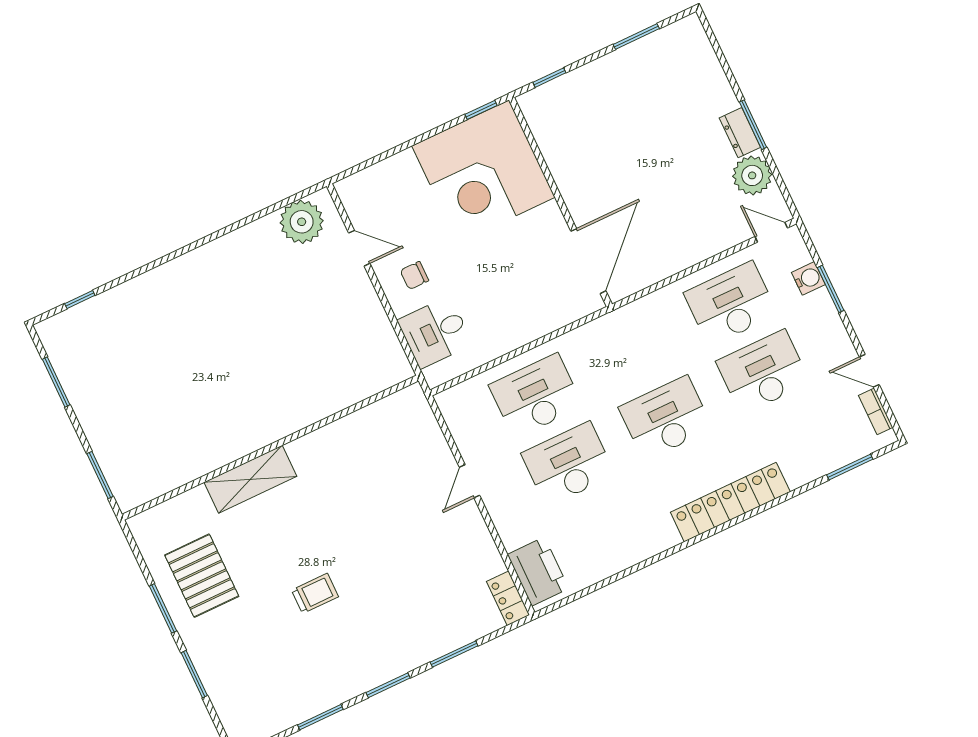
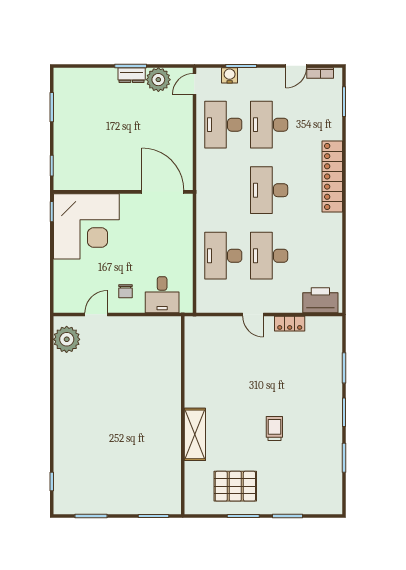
locker: (508, 598) -> (290, 324), moved

